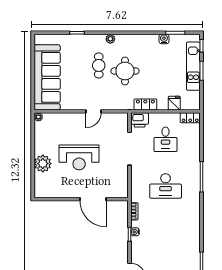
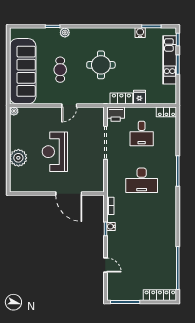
plant: (110, 39) -> (65, 33), moved
cafe table: (99, 65) -> (60, 70), moved
fridge: (174, 103) -> (139, 97), moved
reception desk: (79, 157) -> (55, 152), turned 90

